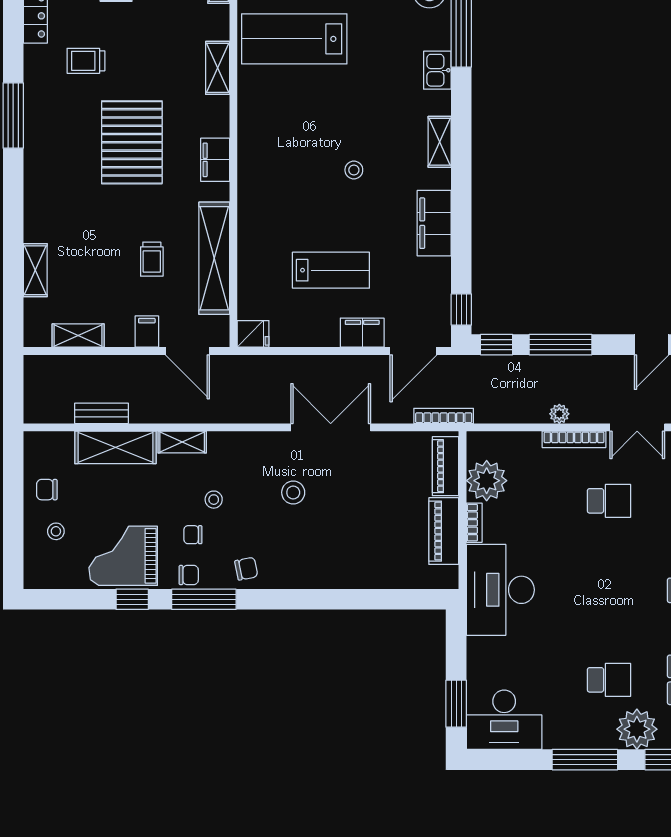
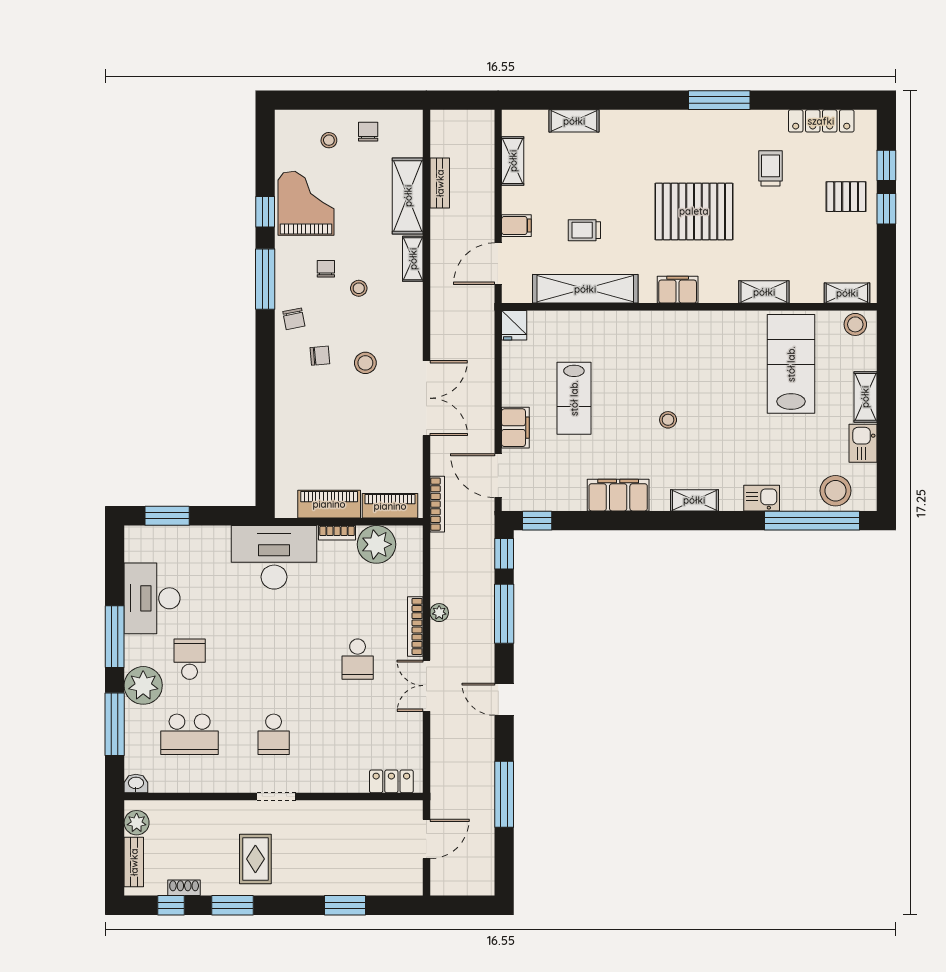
chair: (189, 575) -> (320, 356), moved, turned -95
school desk: (609, 680) -> (190, 659), turned 180
desk: (504, 720) -> (152, 598), moved

